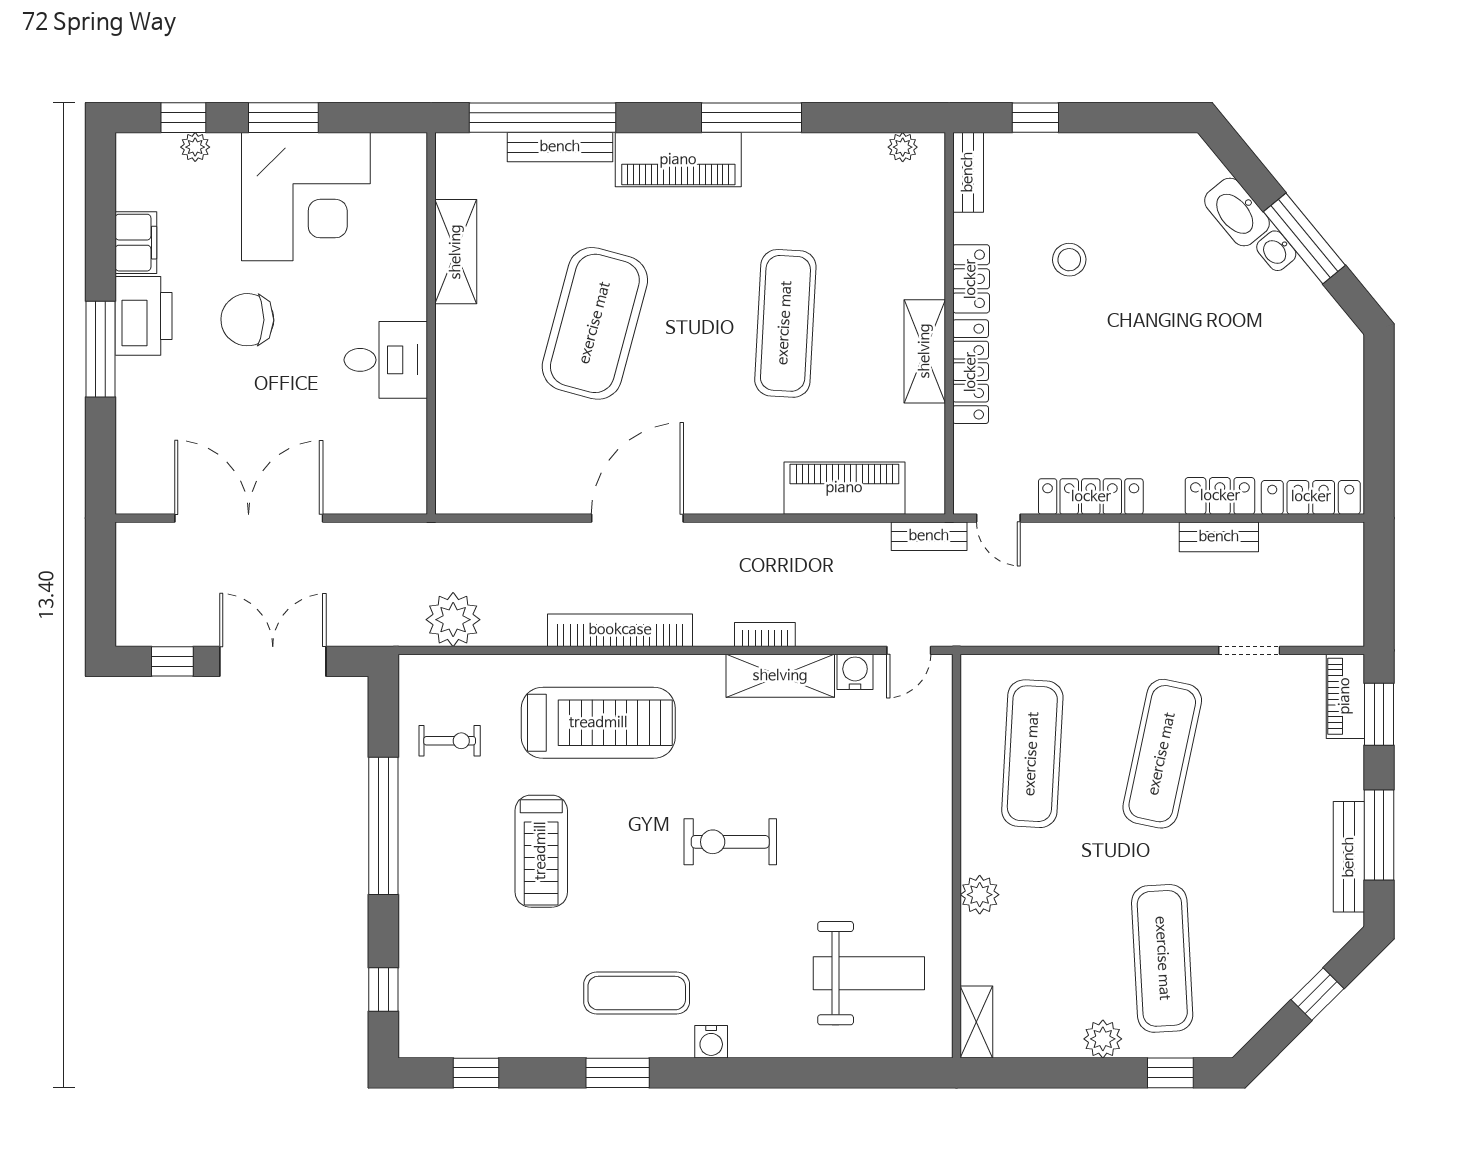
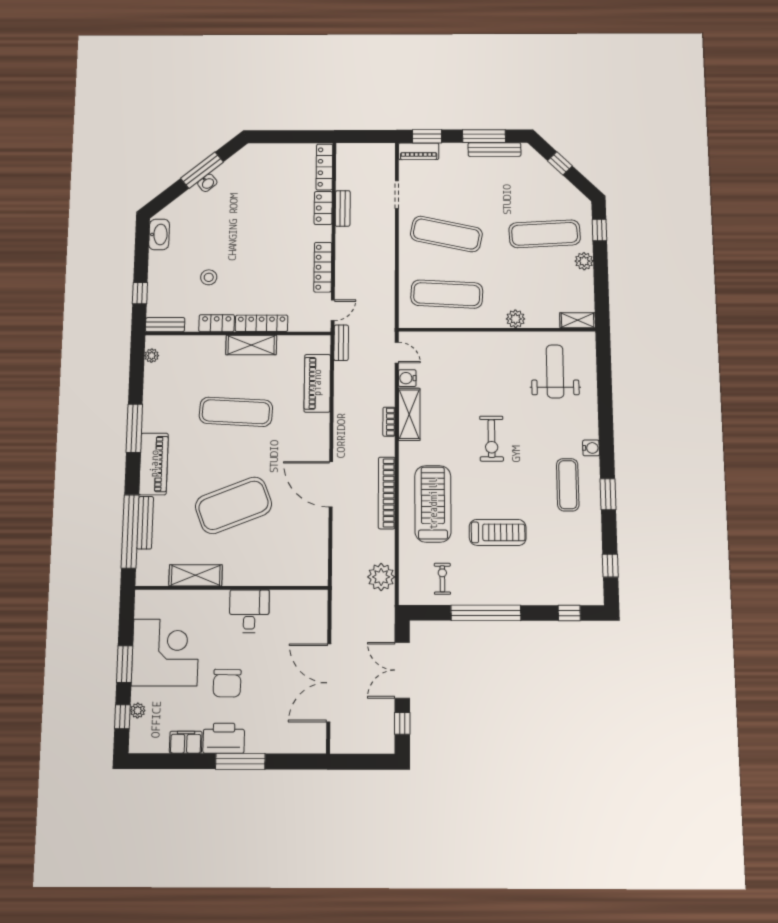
washbasin: (1237, 212) -> (159, 234), moved, turned -51
exercise mat: (595, 323) -> (234, 505), turned -36

